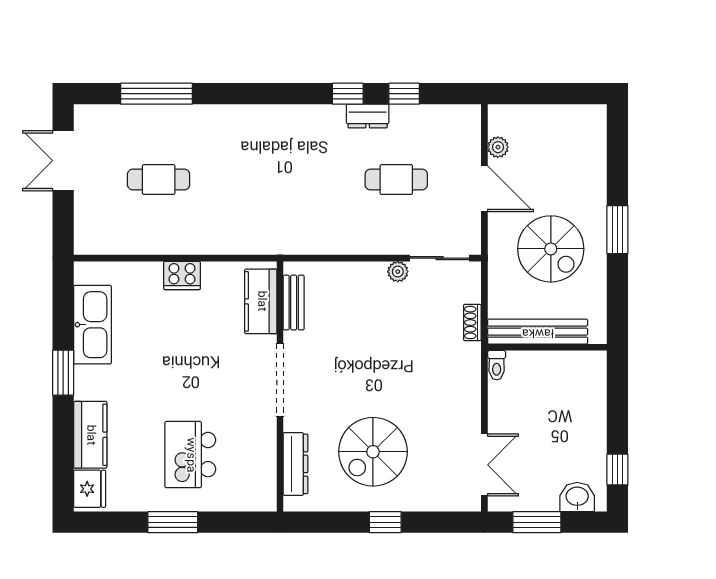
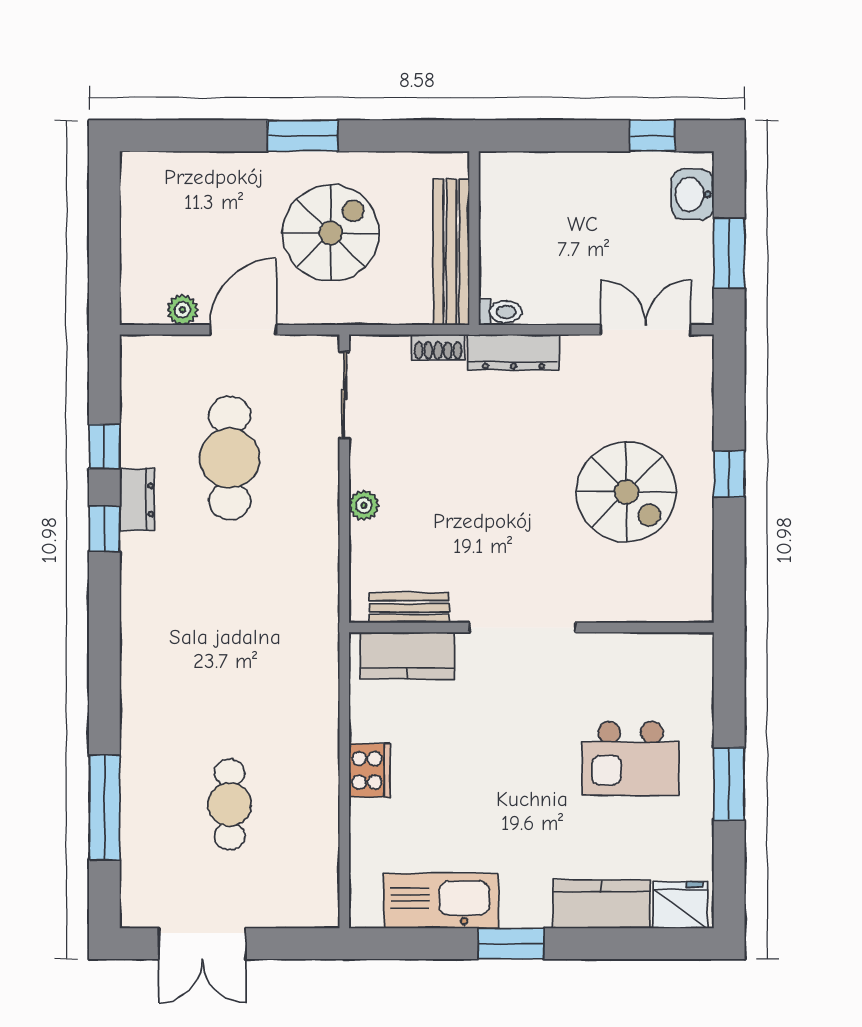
cafe table: (396, 180) -> (230, 458), width x1.37, depth x1.35
plant: (398, 272) -> (364, 505), moved
dresser: (295, 464) -> (513, 352), moved, turned 180

